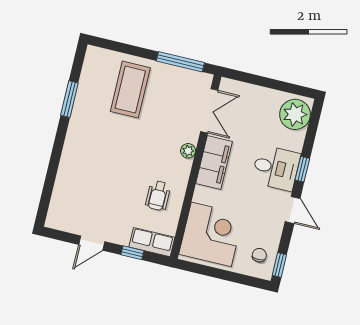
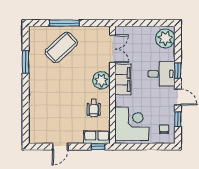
window: (180, 62) -> (64, 23), moved
coffee table: (130, 90) -> (61, 47), turned 48
plant: (188, 151) -> (101, 80), width x1.88, depth x1.88
window: (132, 253) -> (98, 147), moved
window: (279, 265) -> (178, 119), moved

